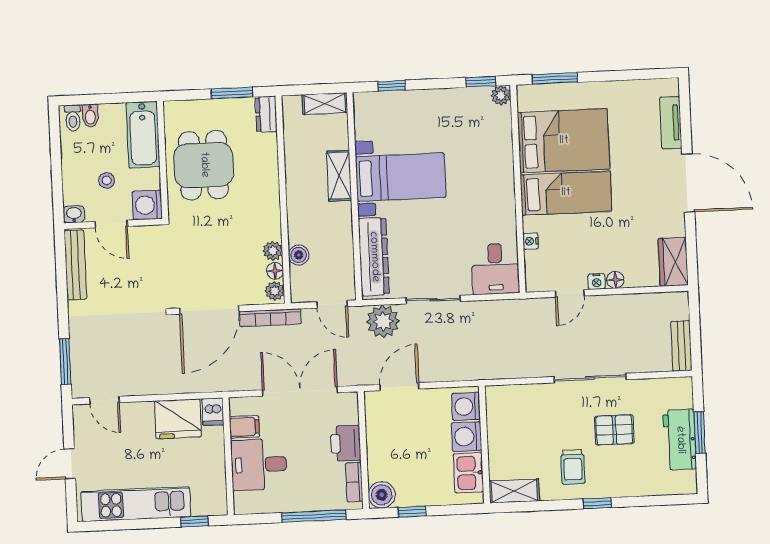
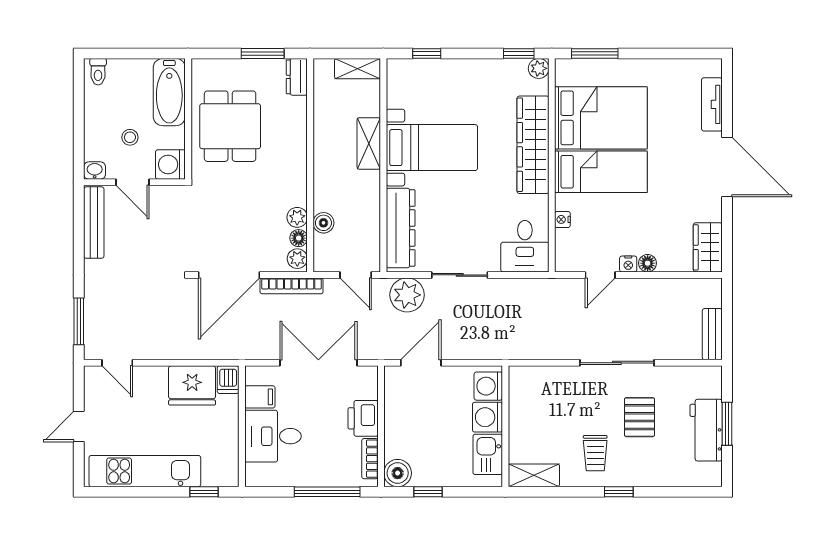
bidet: (90, 115) -> (116, 70), removed
wardrobe: (499, 170) -> (533, 145), added
pallet: (614, 430) -> (639, 417), turned 90

